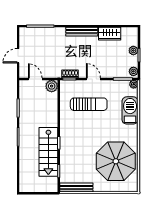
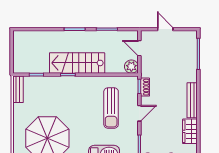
door: (35, 79) -> (139, 48), swing flipped
stairs: (48, 152) -> (77, 63), moved
bench: (76, 188) -> (18, 89), width x0.73

